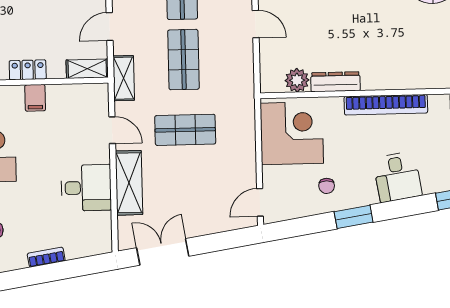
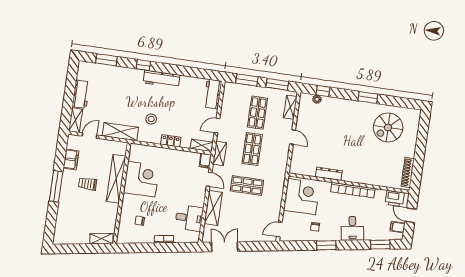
plant: (297, 80) -> (309, 170), removed
filing cabinet: (35, 98) -> (205, 161), moved
desk: (86, 188) -> (189, 218), moved

